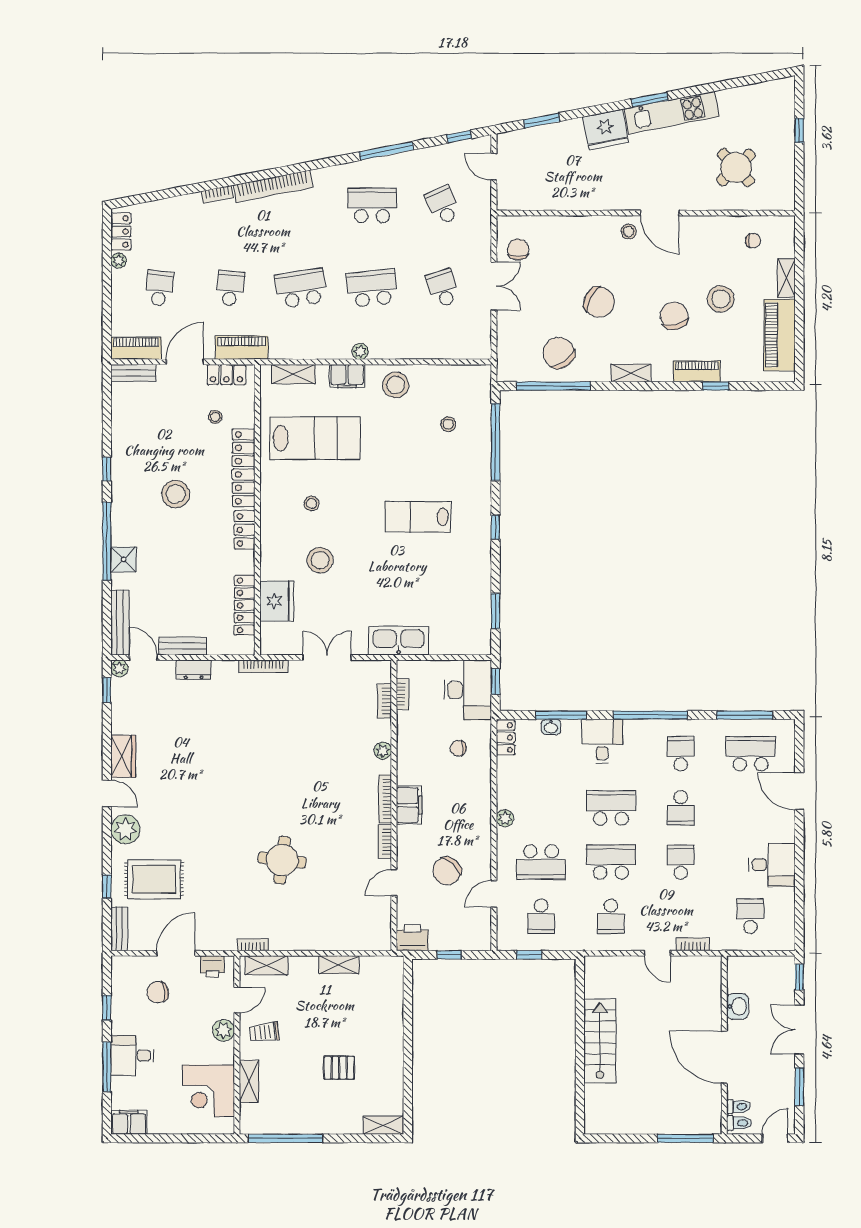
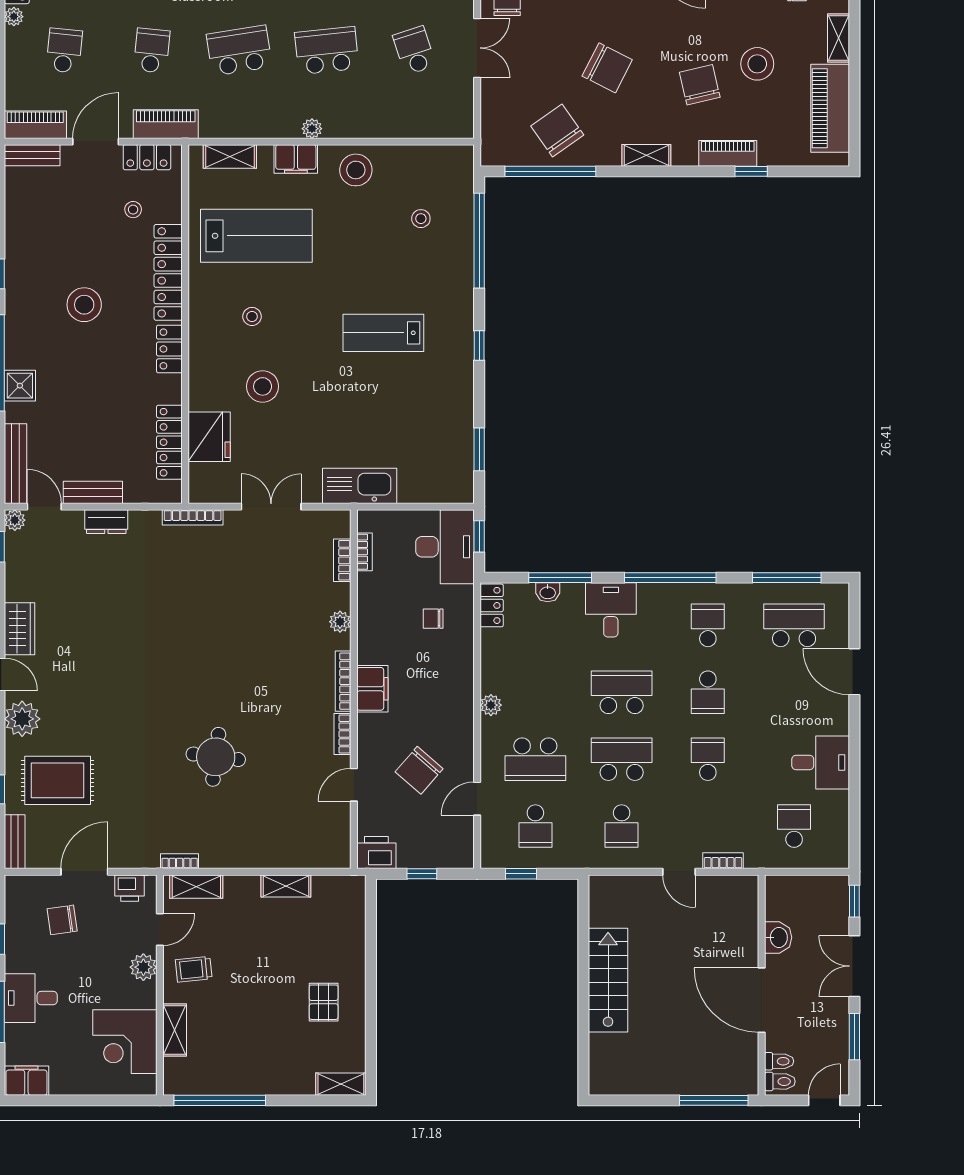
pallet: (339, 1068) -> (324, 1002), moved, turned 90

